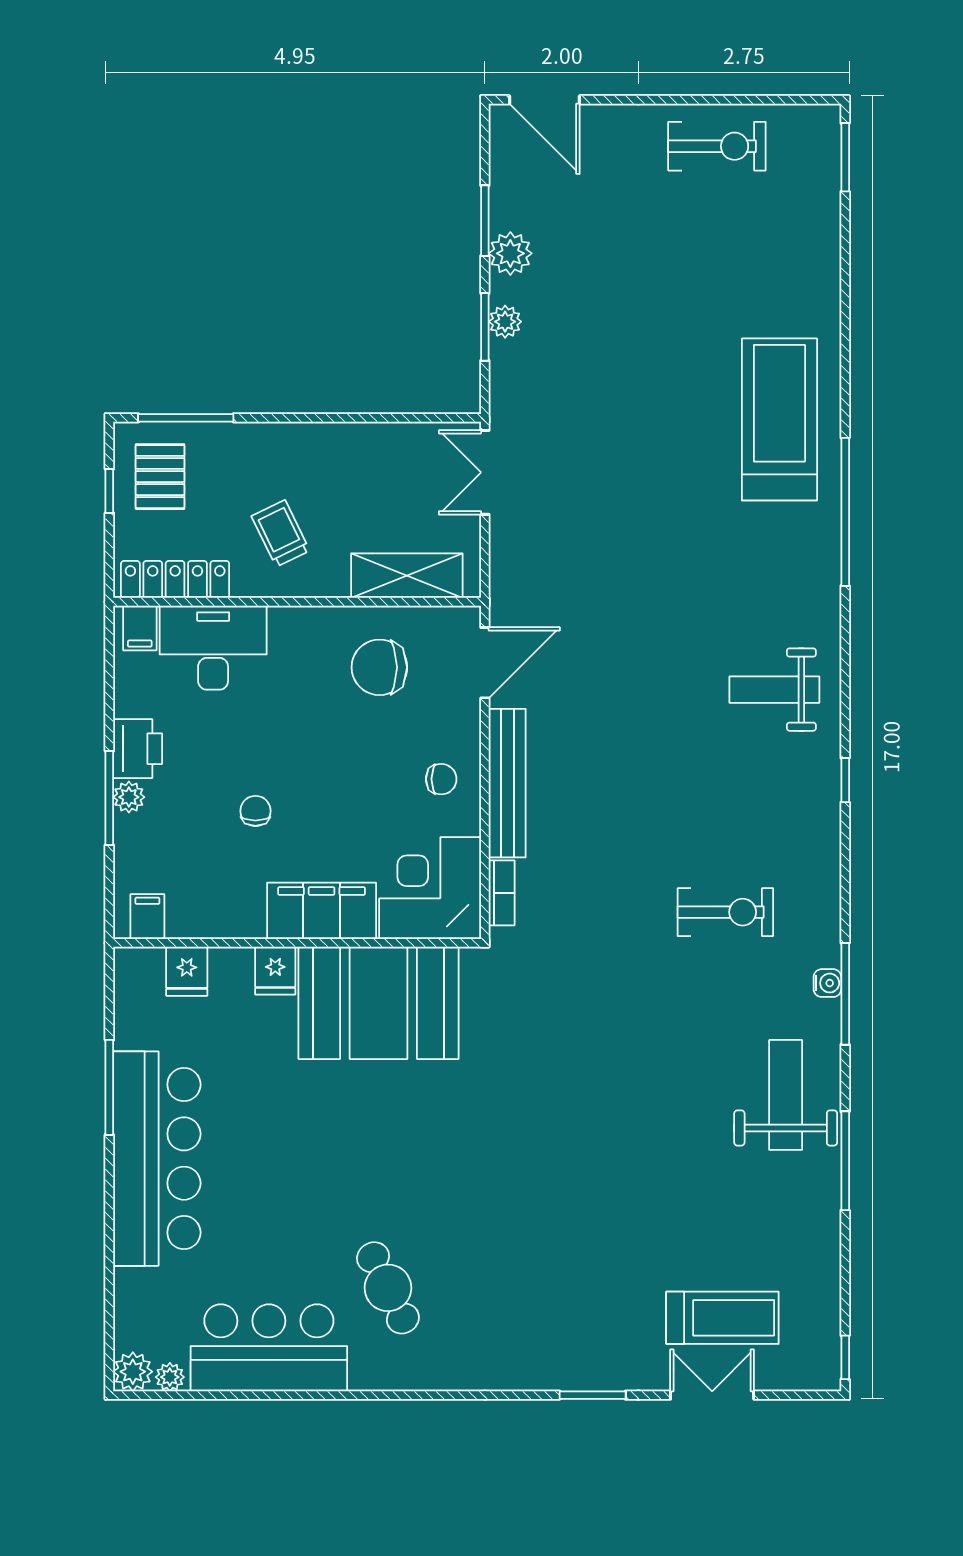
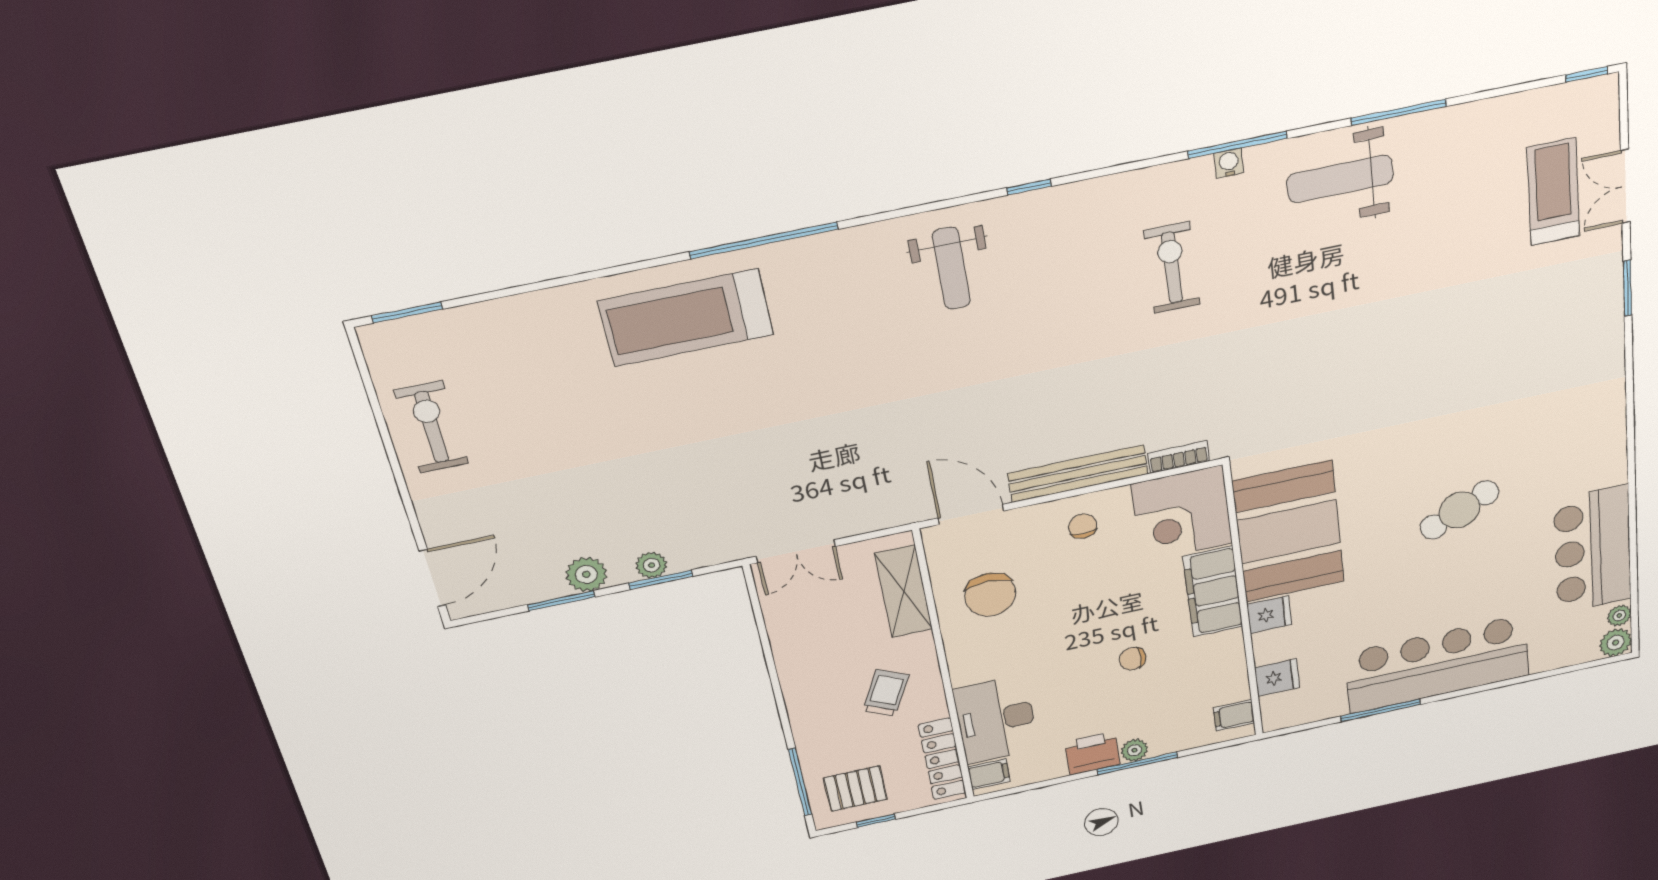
trolley: (281, 533) -> (886, 693), turned 142
cafe table: (388, 1288) -> (1459, 510), moved

